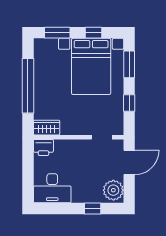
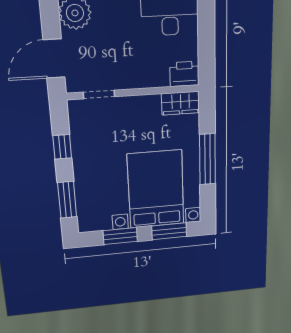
window: (94, 33) -> (120, 236), width x1.50
bed with nightstands: (91, 66) -> (156, 189), moved
window: (28, 86) -> (207, 159), width x0.68

